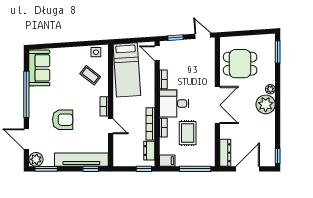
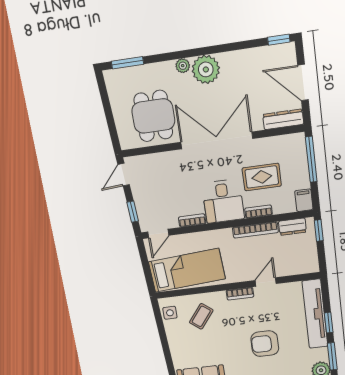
double door: (217, 105) -> (217, 140), width x1.36
armchair: (63, 120) -> (265, 344), turned -90
window: (91, 169) -> (329, 323), moved

